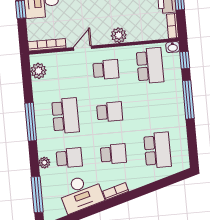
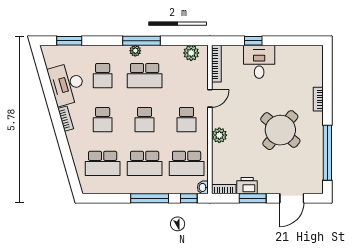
door: (83, 48) -> (210, 98), hinge flipped
school desk: (154, 108) -> (145, 163), added
plant: (44, 163) -> (135, 51), moved
window: (37, 194) -> (69, 41), width x0.69

